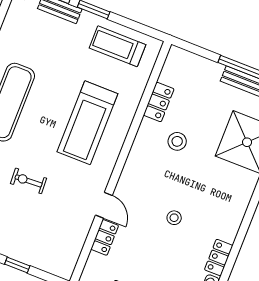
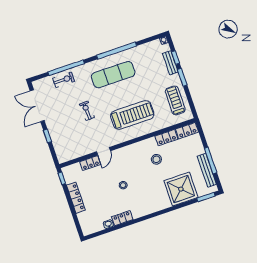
locker: (173, 65) -> (187, 131), added
treadmill: (87, 123) -> (132, 115), turned 180

